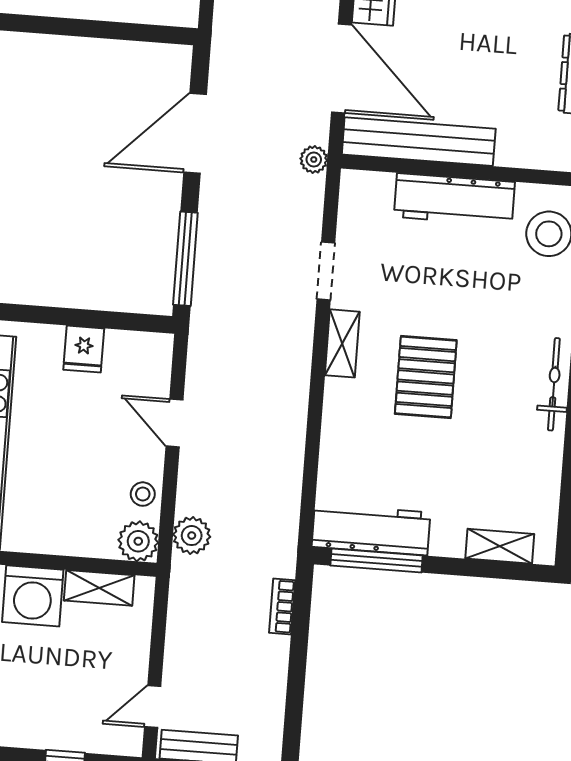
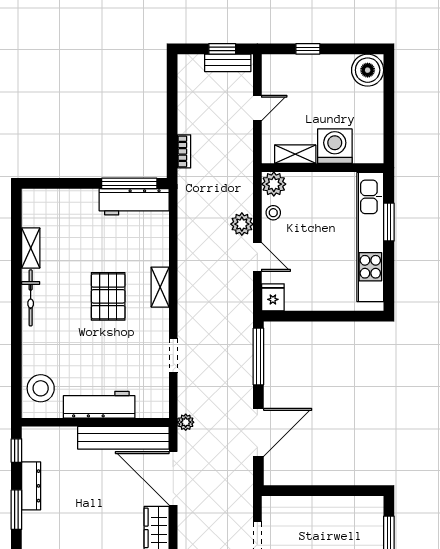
shelving: (342, 343) -> (160, 287), moved
fridge: (84, 349) -> (273, 297), moved
plant: (192, 536) -> (242, 224), moved
shelving: (500, 546) -> (31, 248), moved, turned 90
door: (153, 707) -> (257, 108), moved

